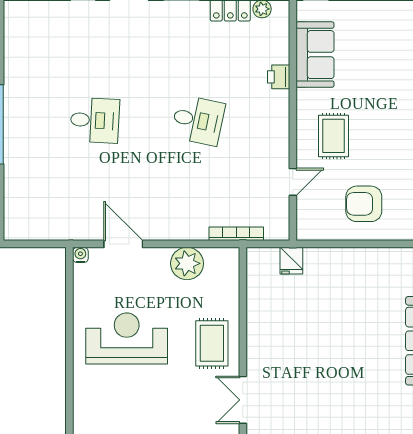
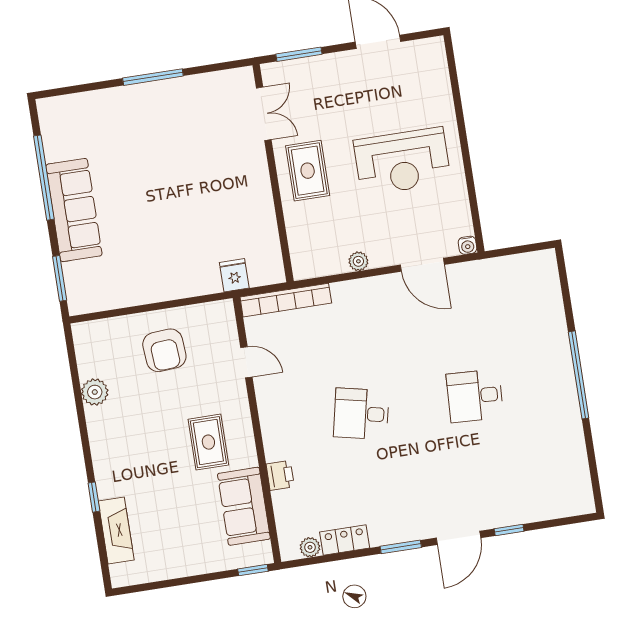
rug: (333, 136) -> (208, 442), moved
door: (293, 182) -> (246, 362), swing flipped
armchair: (364, 204) -> (164, 350), turned 86
bookcase: (236, 234) -> (286, 300), width x1.48, depth x1.31
plant: (187, 263) -> (358, 261), width x0.53, depth x0.53

